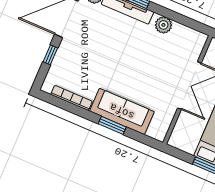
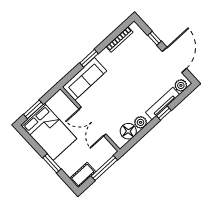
floor lamp: (181, 35) -> (128, 131), added
sofa: (122, 111) -> (84, 79), moved

